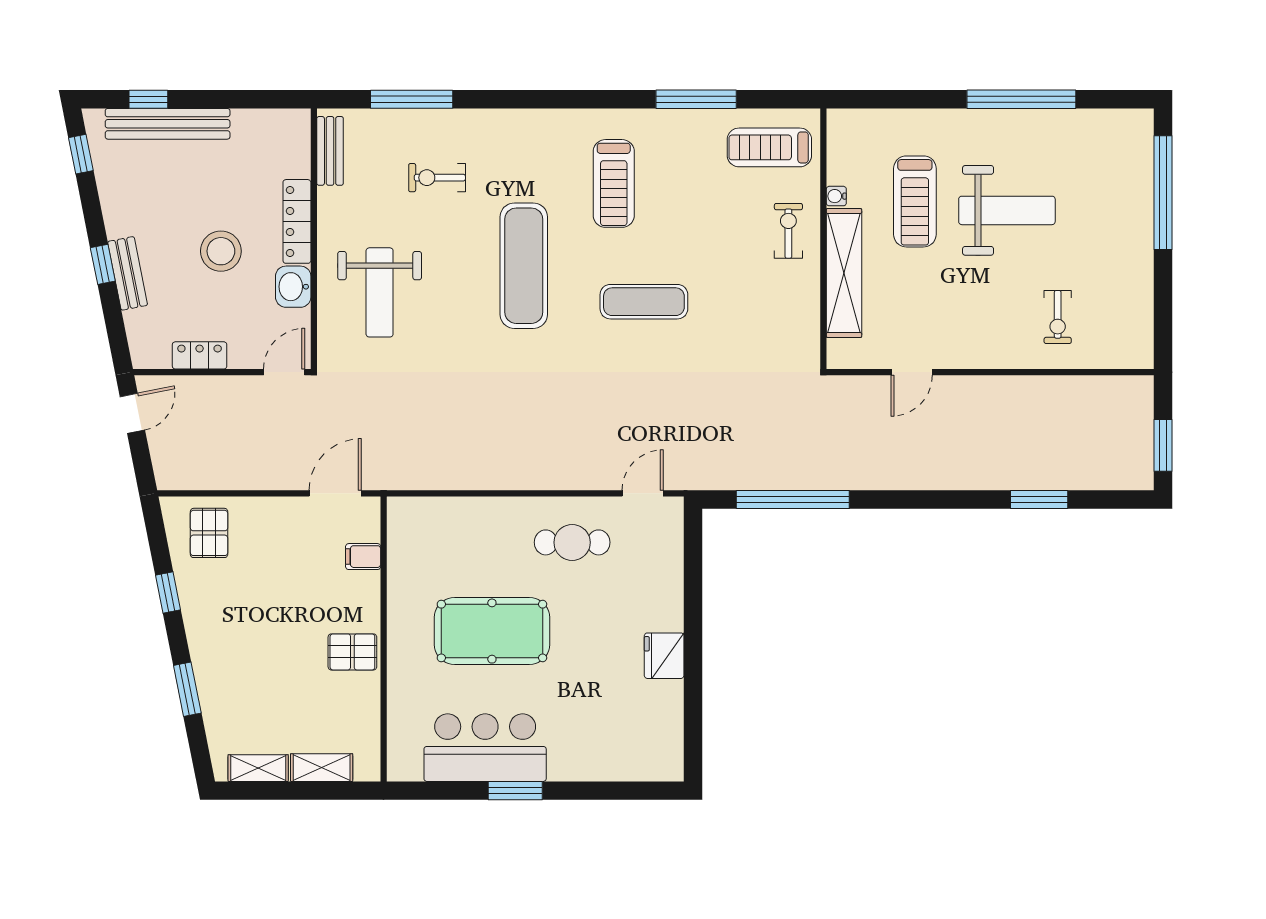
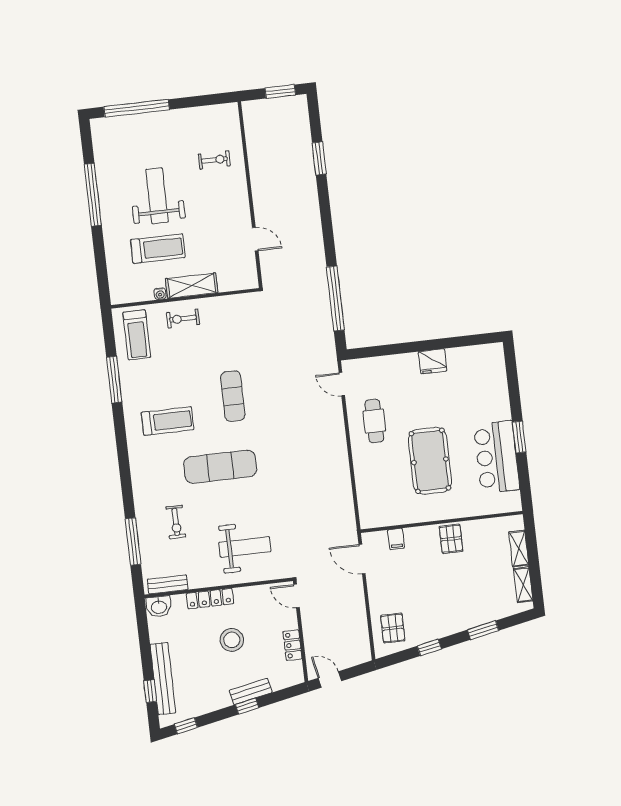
shelving: (844, 273) -> (192, 286), width x0.68
washbasin: (293, 287) -> (159, 607), moved
pallet: (209, 533) -> (393, 628), turned 90

